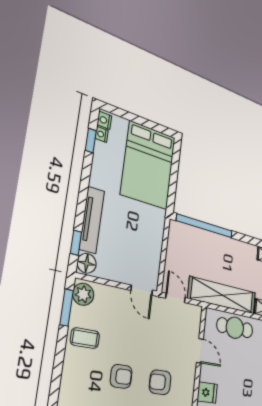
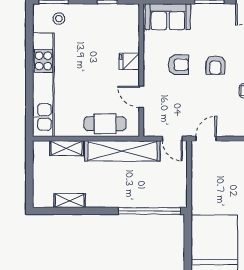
door: (142, 290) -> (206, 139), hinge flipped
armchair: (121, 376) -> (215, 65), turned -90

